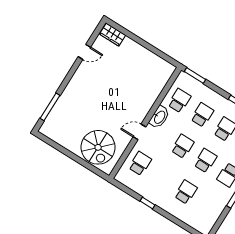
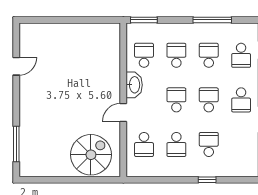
wardrobe: (113, 35) -> (34, 31), removed
spiral stairs: (98, 147) -> (91, 155), turned -90
school desk: (140, 163) -> (144, 144), turned 180
school desk: (163, 178) -> (176, 144), added
window: (148, 203) -> (207, 180), moved

